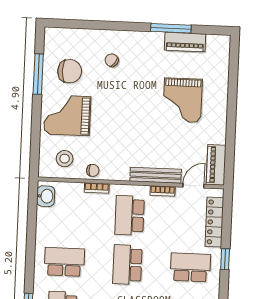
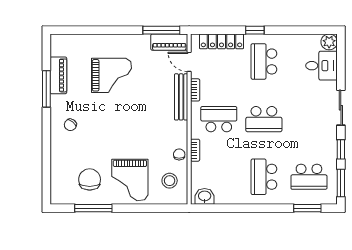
chair: (112, 60) -> (70, 125), moved
window: (230, 157) -> (161, 30), added
school desk: (130, 215) -> (219, 119), turned 180

